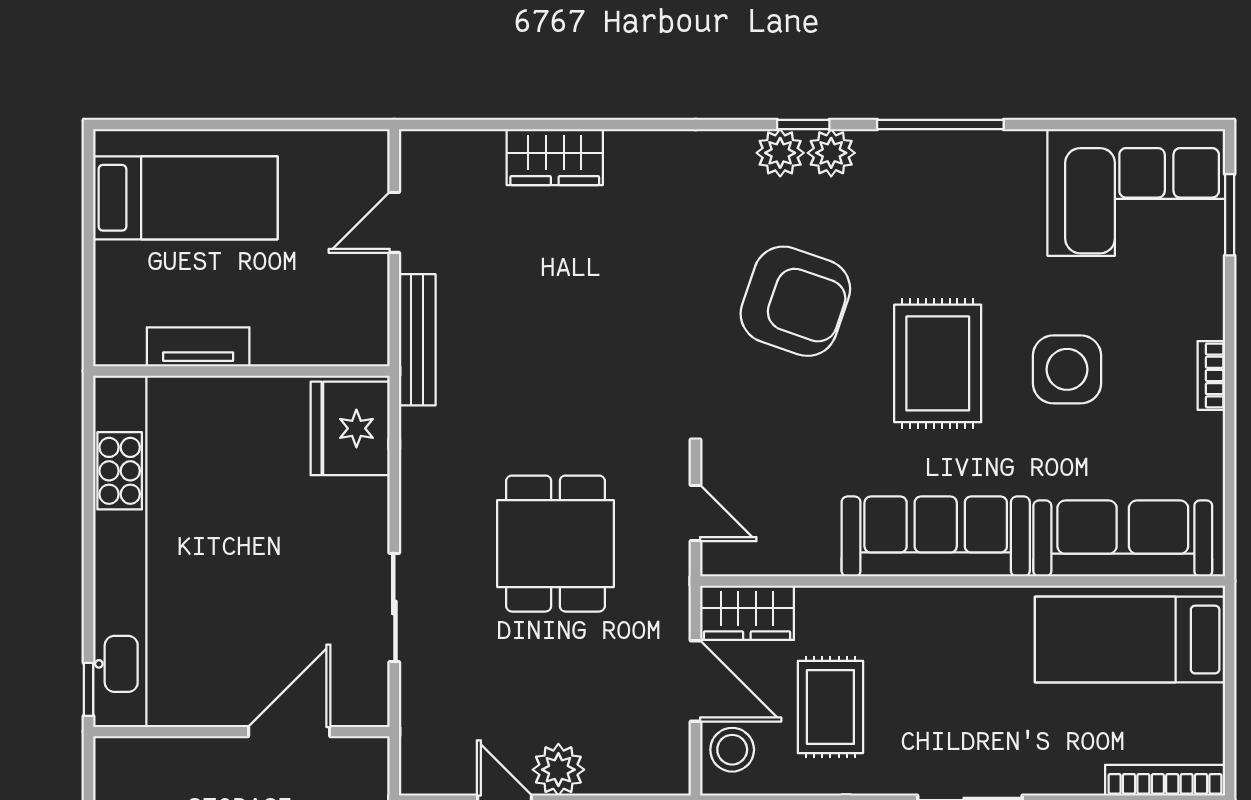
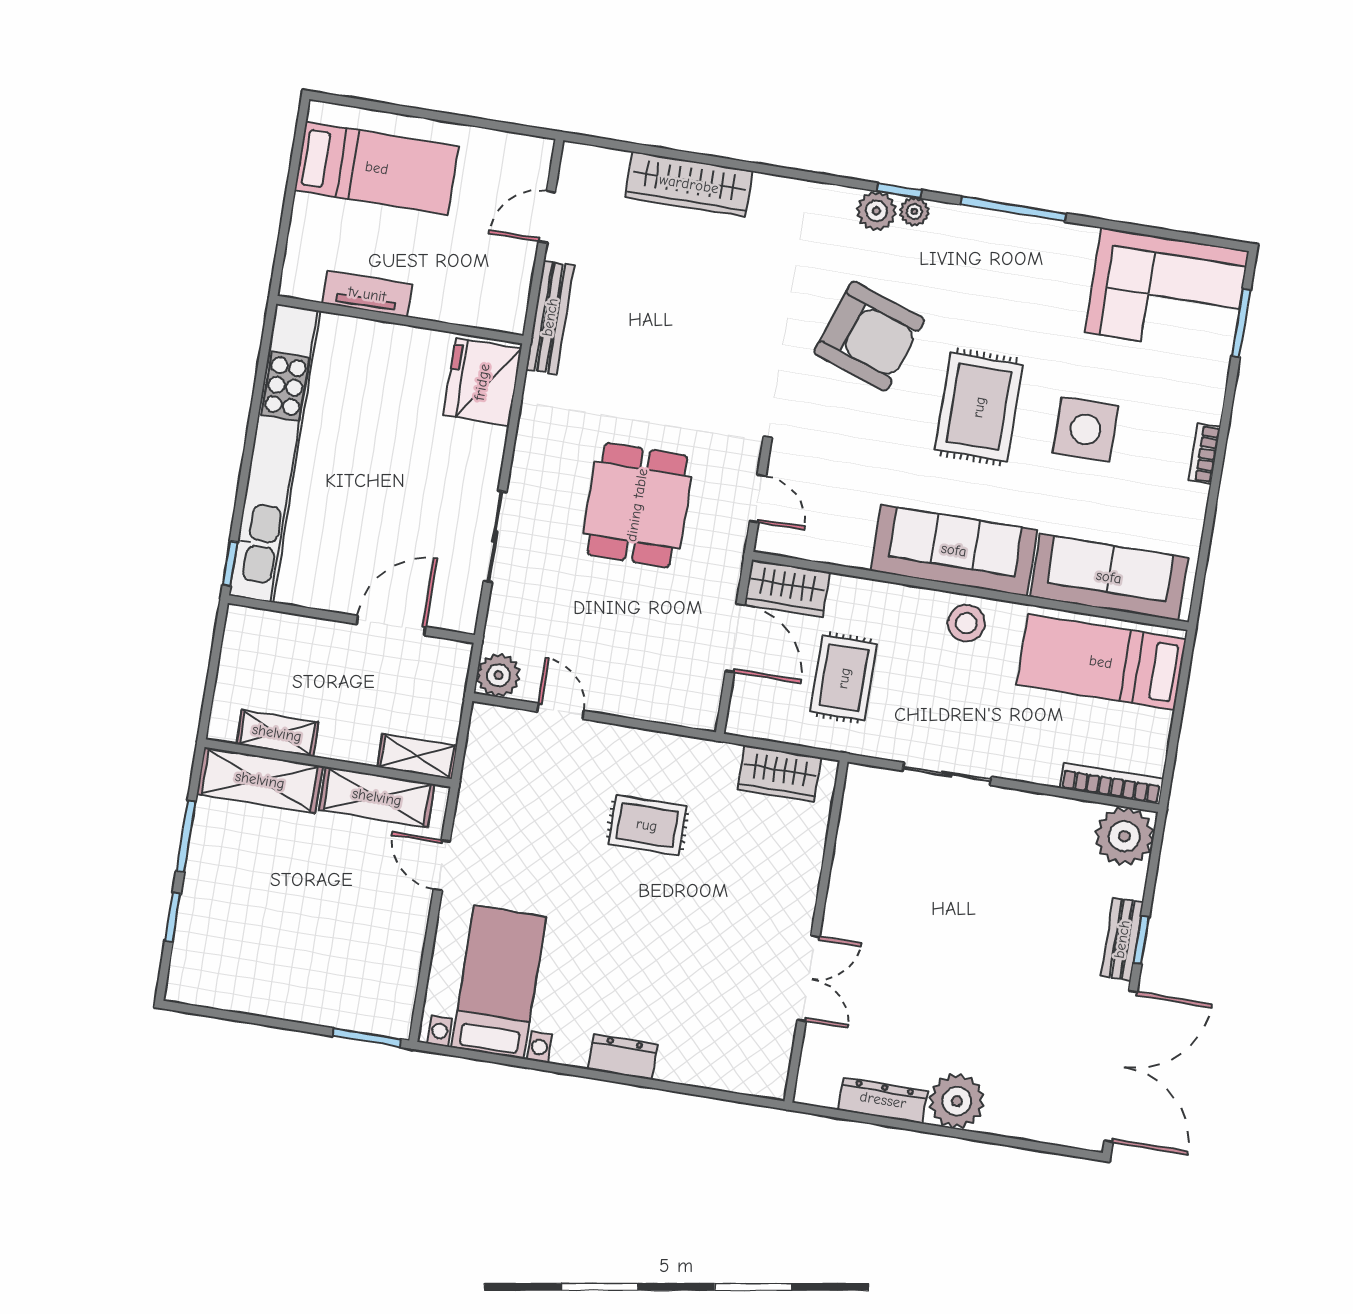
plant: (831, 153) -> (914, 212), width x0.73, depth x0.73
wardrobe: (555, 157) -> (689, 184), width x1.50
stool: (732, 750) -> (966, 623), moved
plant: (558, 770) -> (498, 675), moved

